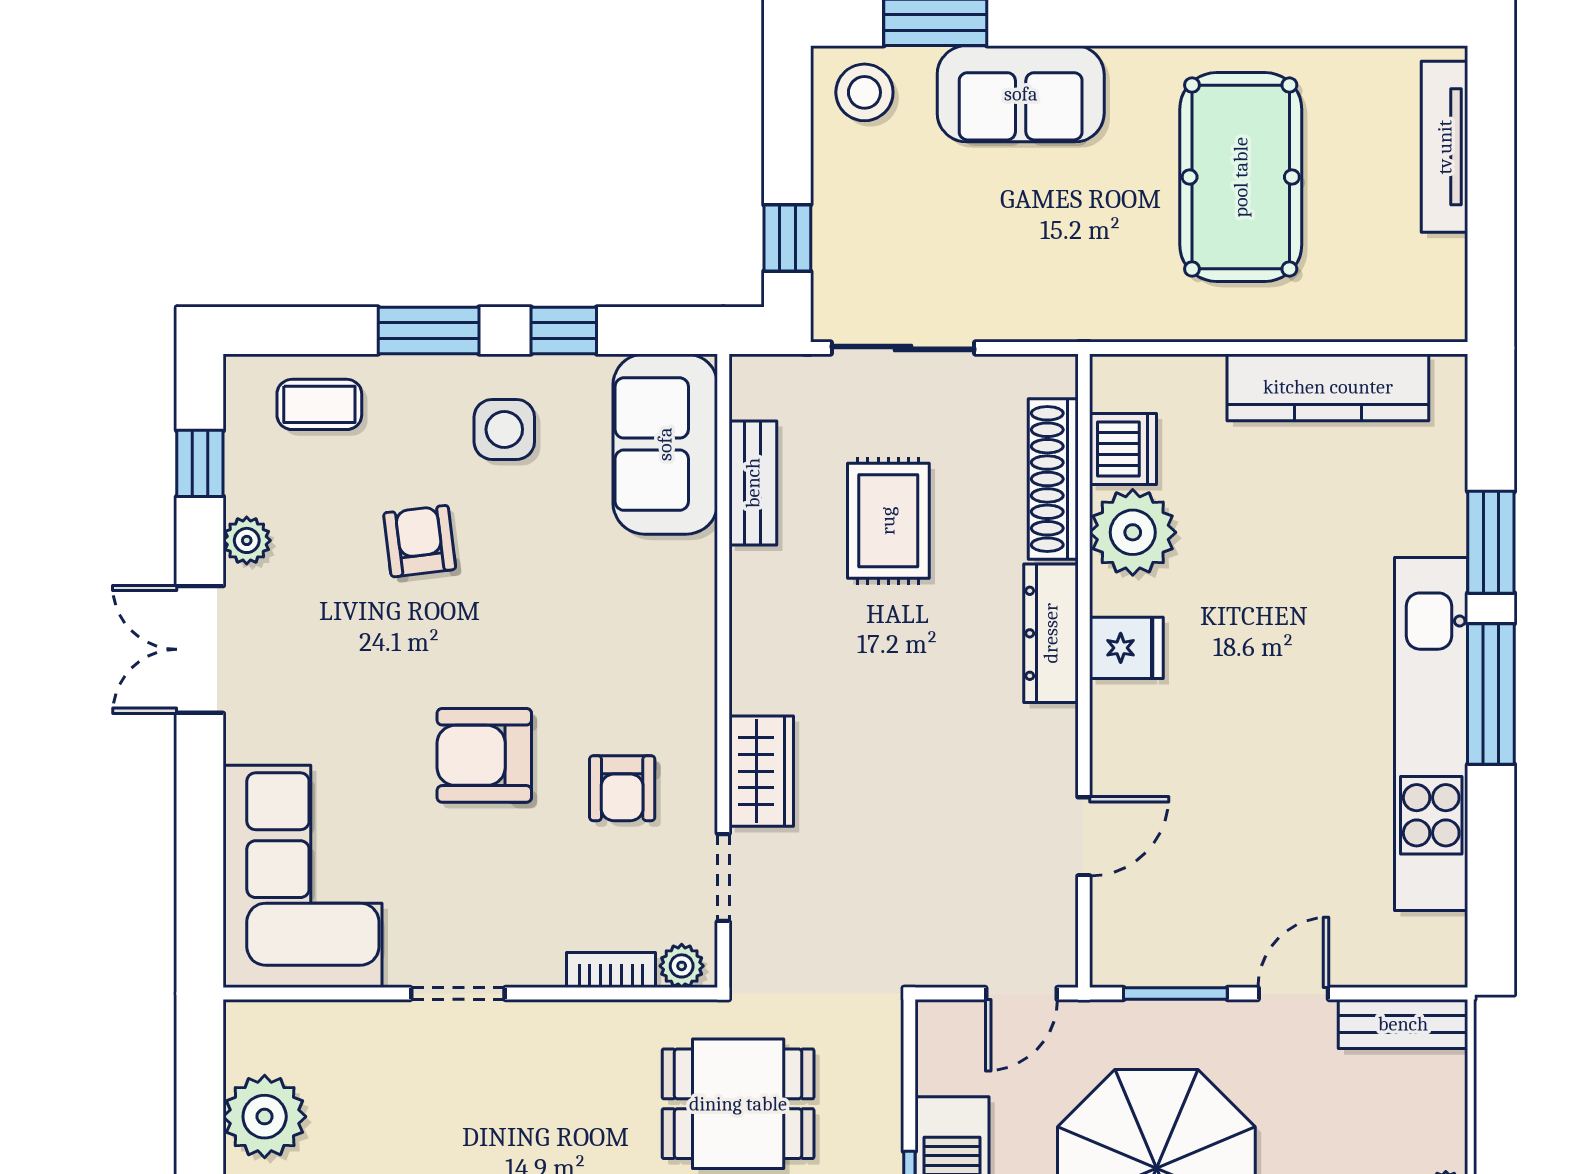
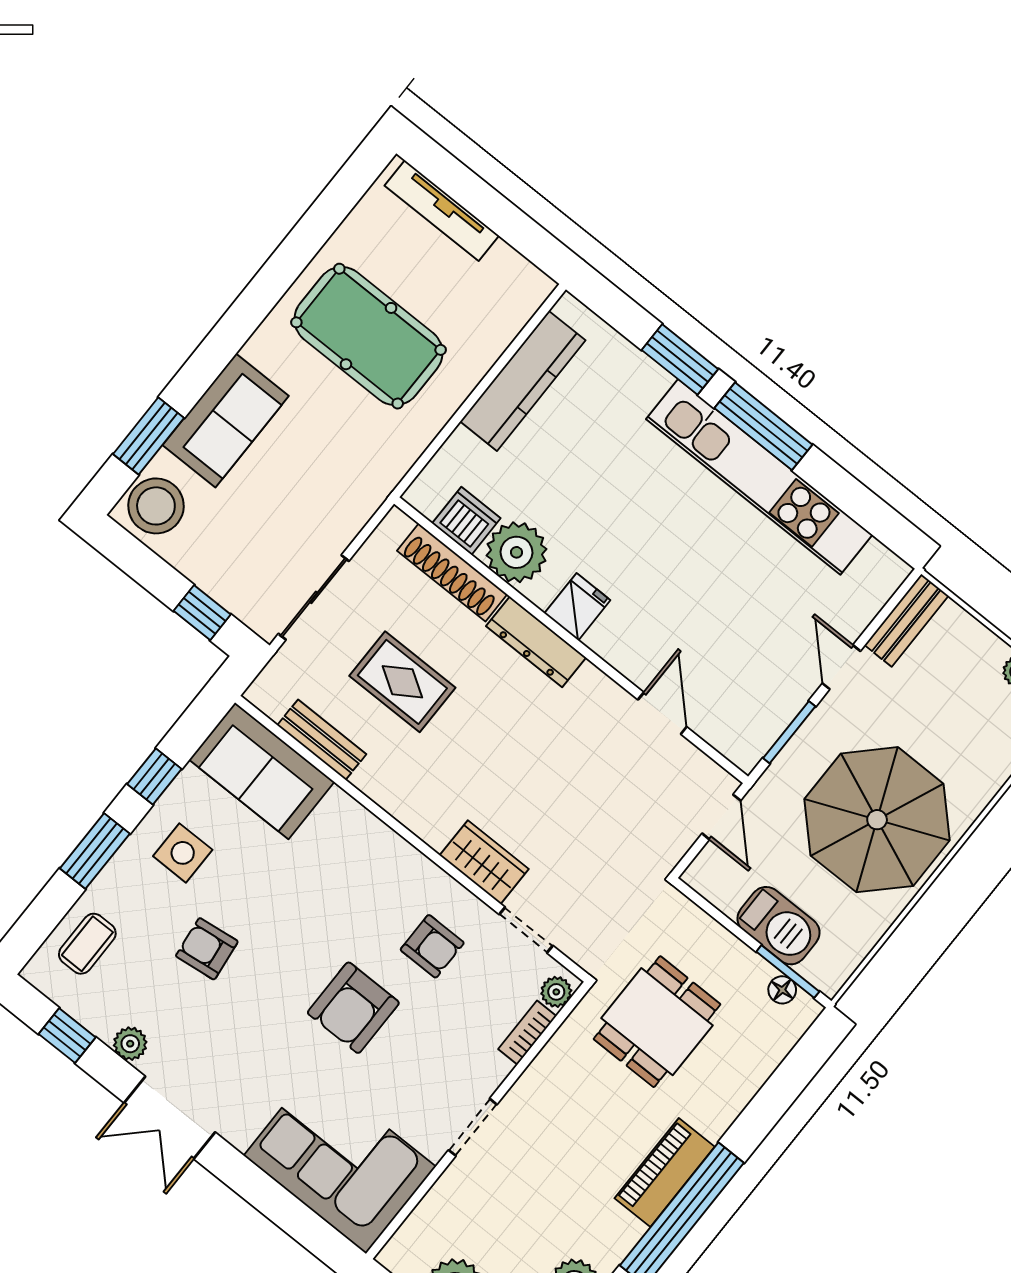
stool: (864, 92) -> (156, 506), width x1.38, depth x1.38

